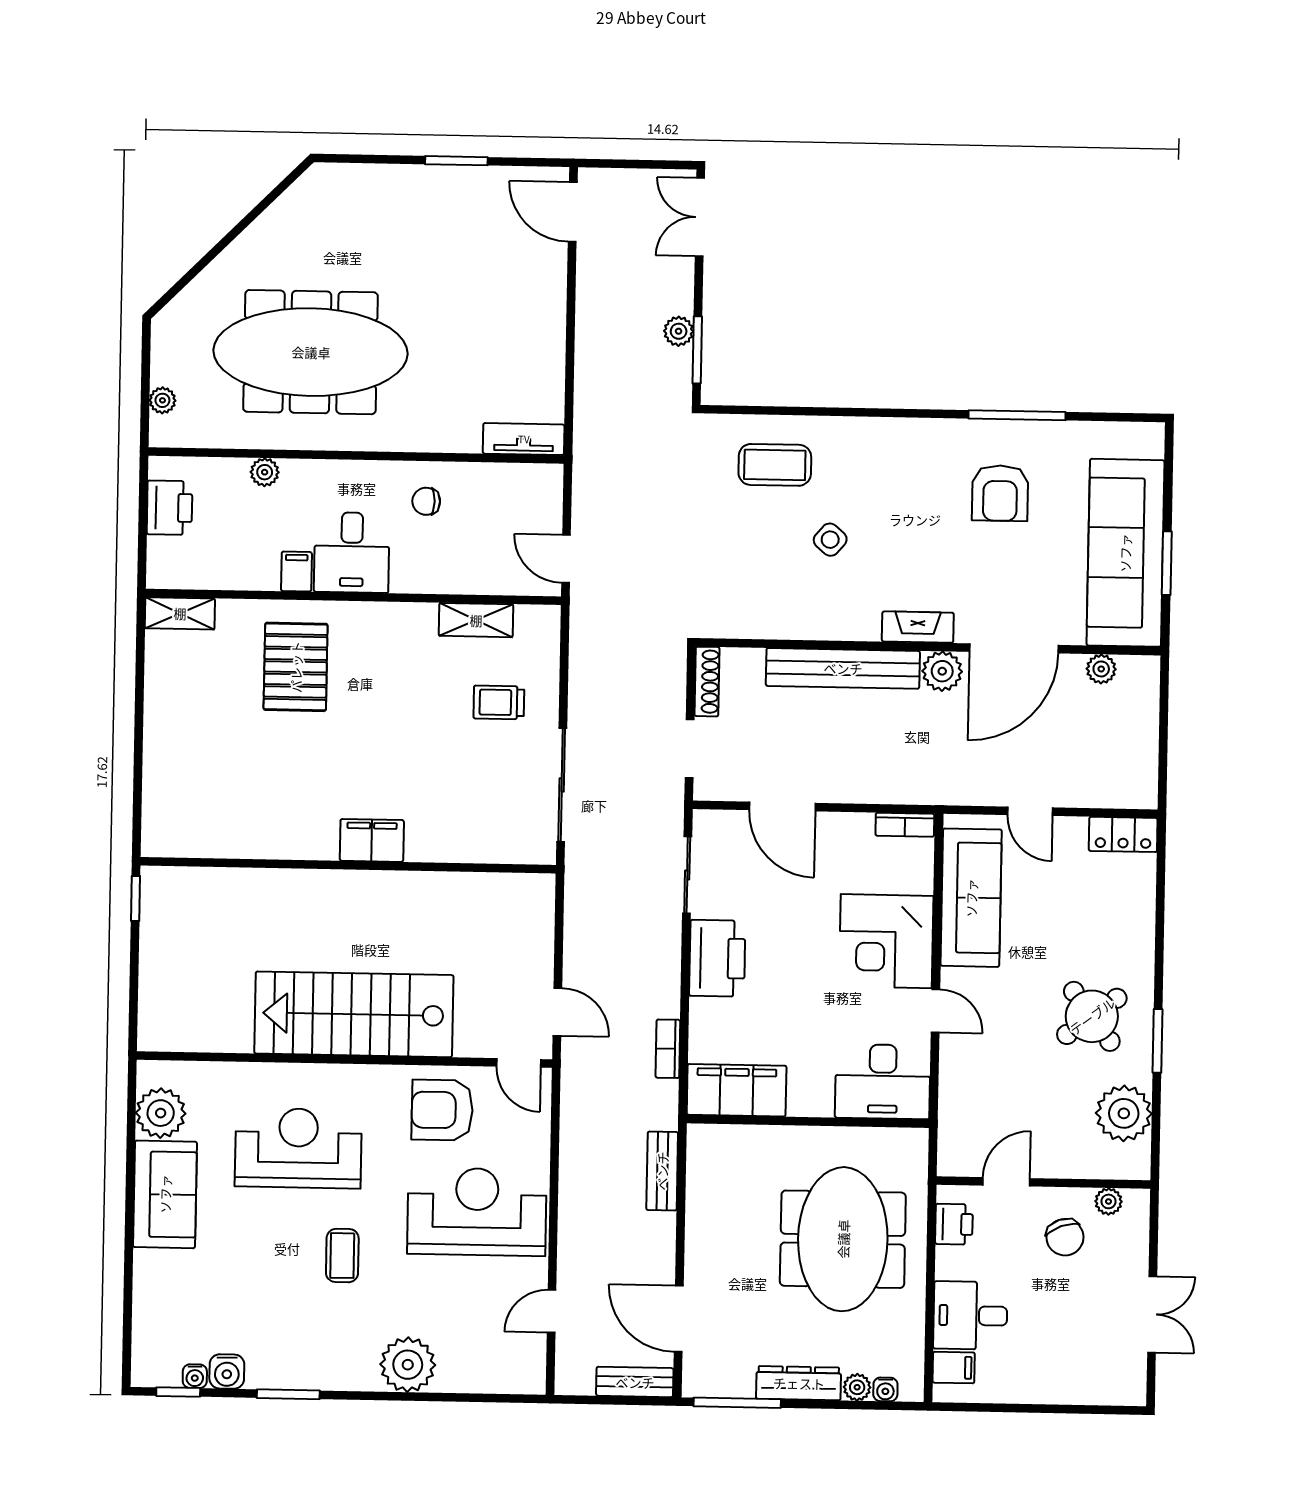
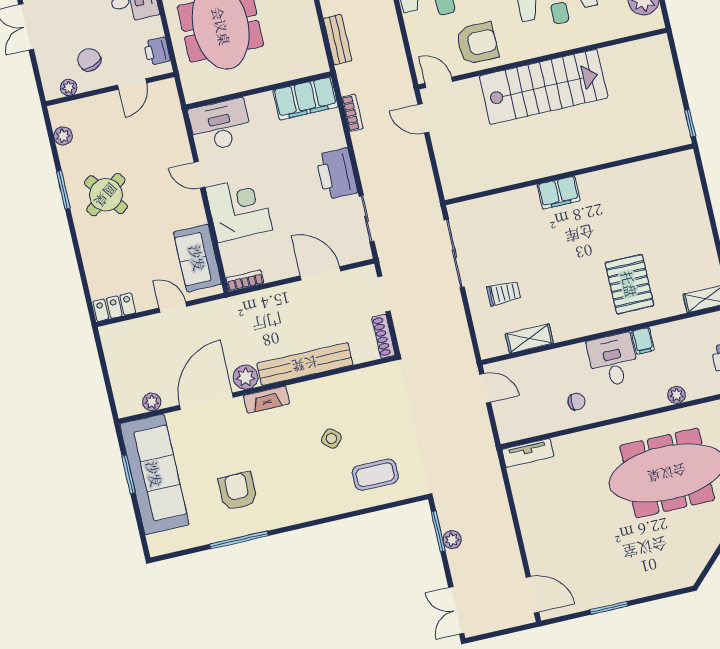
double door: (700, 217) -> (456, 610), swing flipped
sofa: (971, 898) -> (197, 258), width x0.73
plant: (1124, 1113) -> (63, 136), width x0.53, depth x0.53

